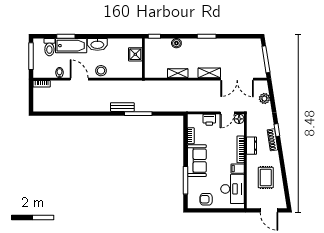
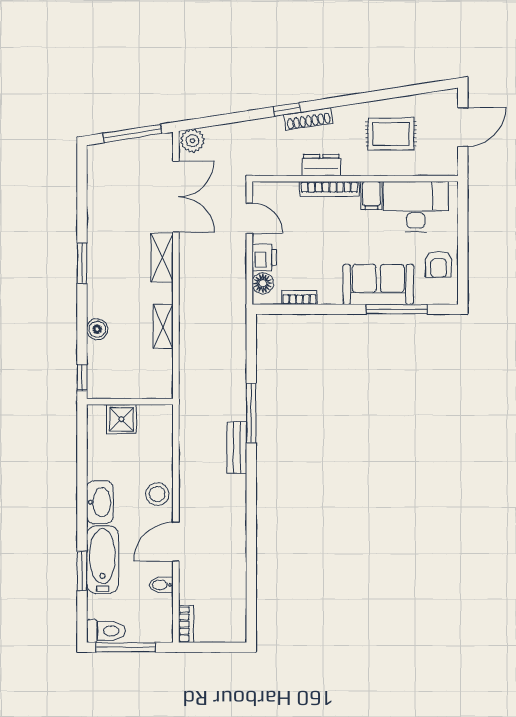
toilet: (49, 47) -> (106, 631), moved
plant: (264, 99) -> (192, 141), moved
floor lamp: (239, 119) -> (263, 283), moved
sofa: (197, 161) -> (378, 284), moved

